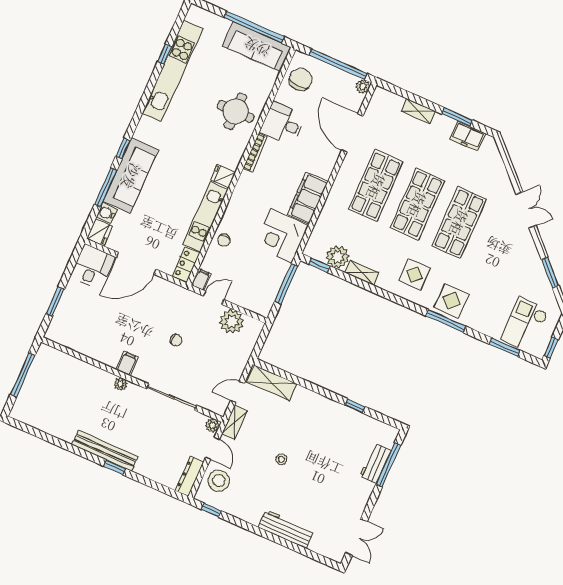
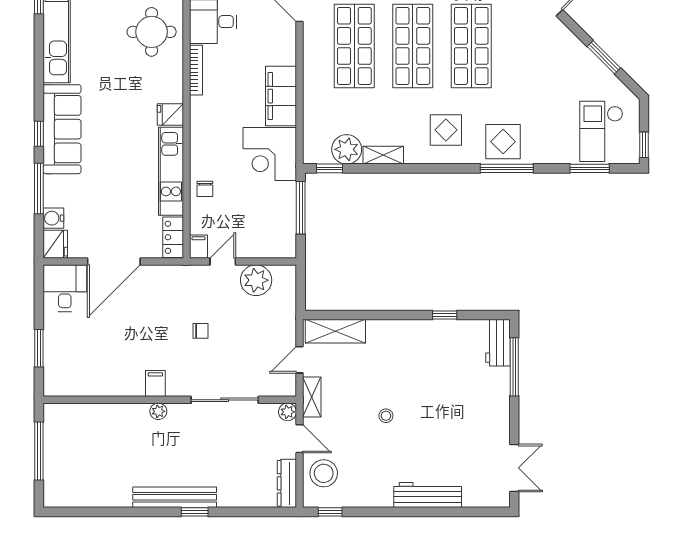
sofa: (131, 176) -> (62, 129), moved
workbench: (375, 463) -> (498, 343), moved

